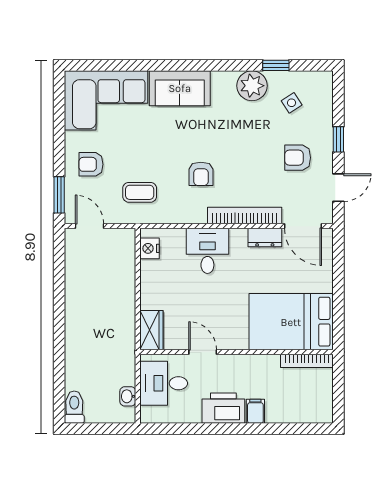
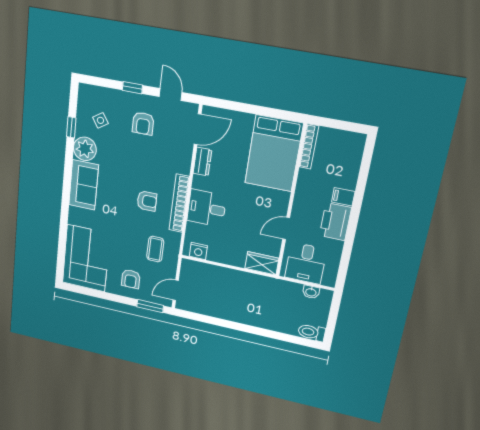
sofa: (180, 88) -> (84, 185), moved
bookcase: (245, 216) -> (179, 203), moved

